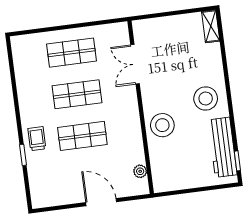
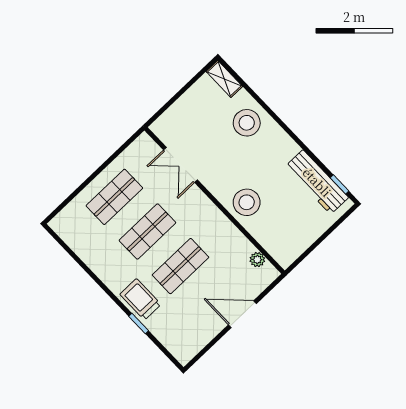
stool: (206, 99) -> (247, 123), moved
trolley: (37, 139) -> (140, 299), width x1.36, depth x1.39

